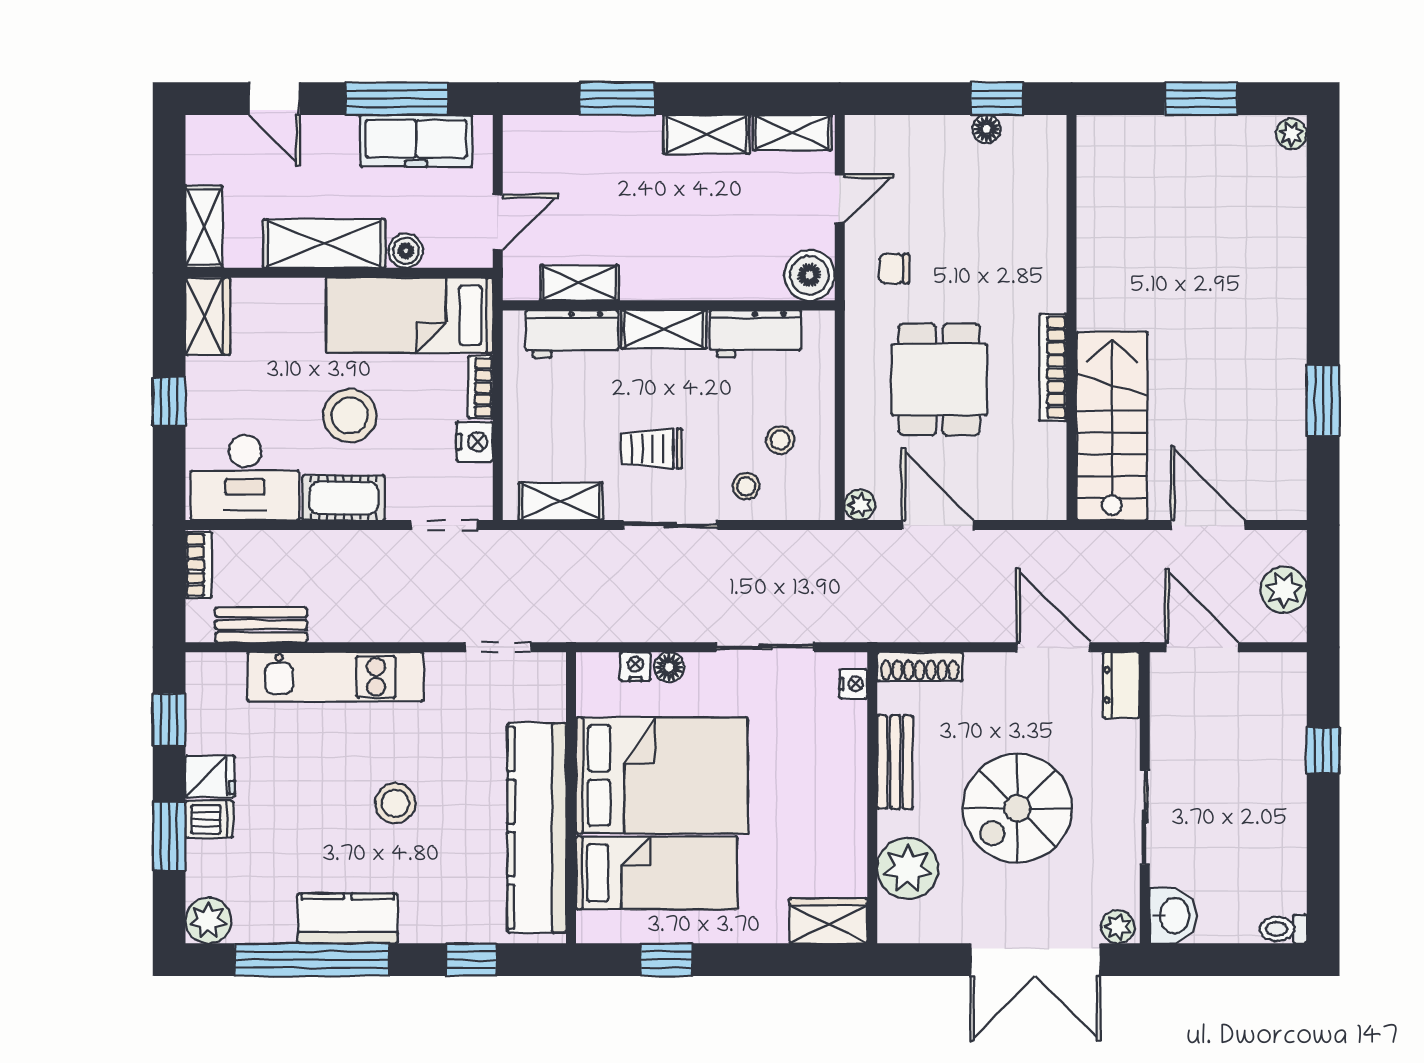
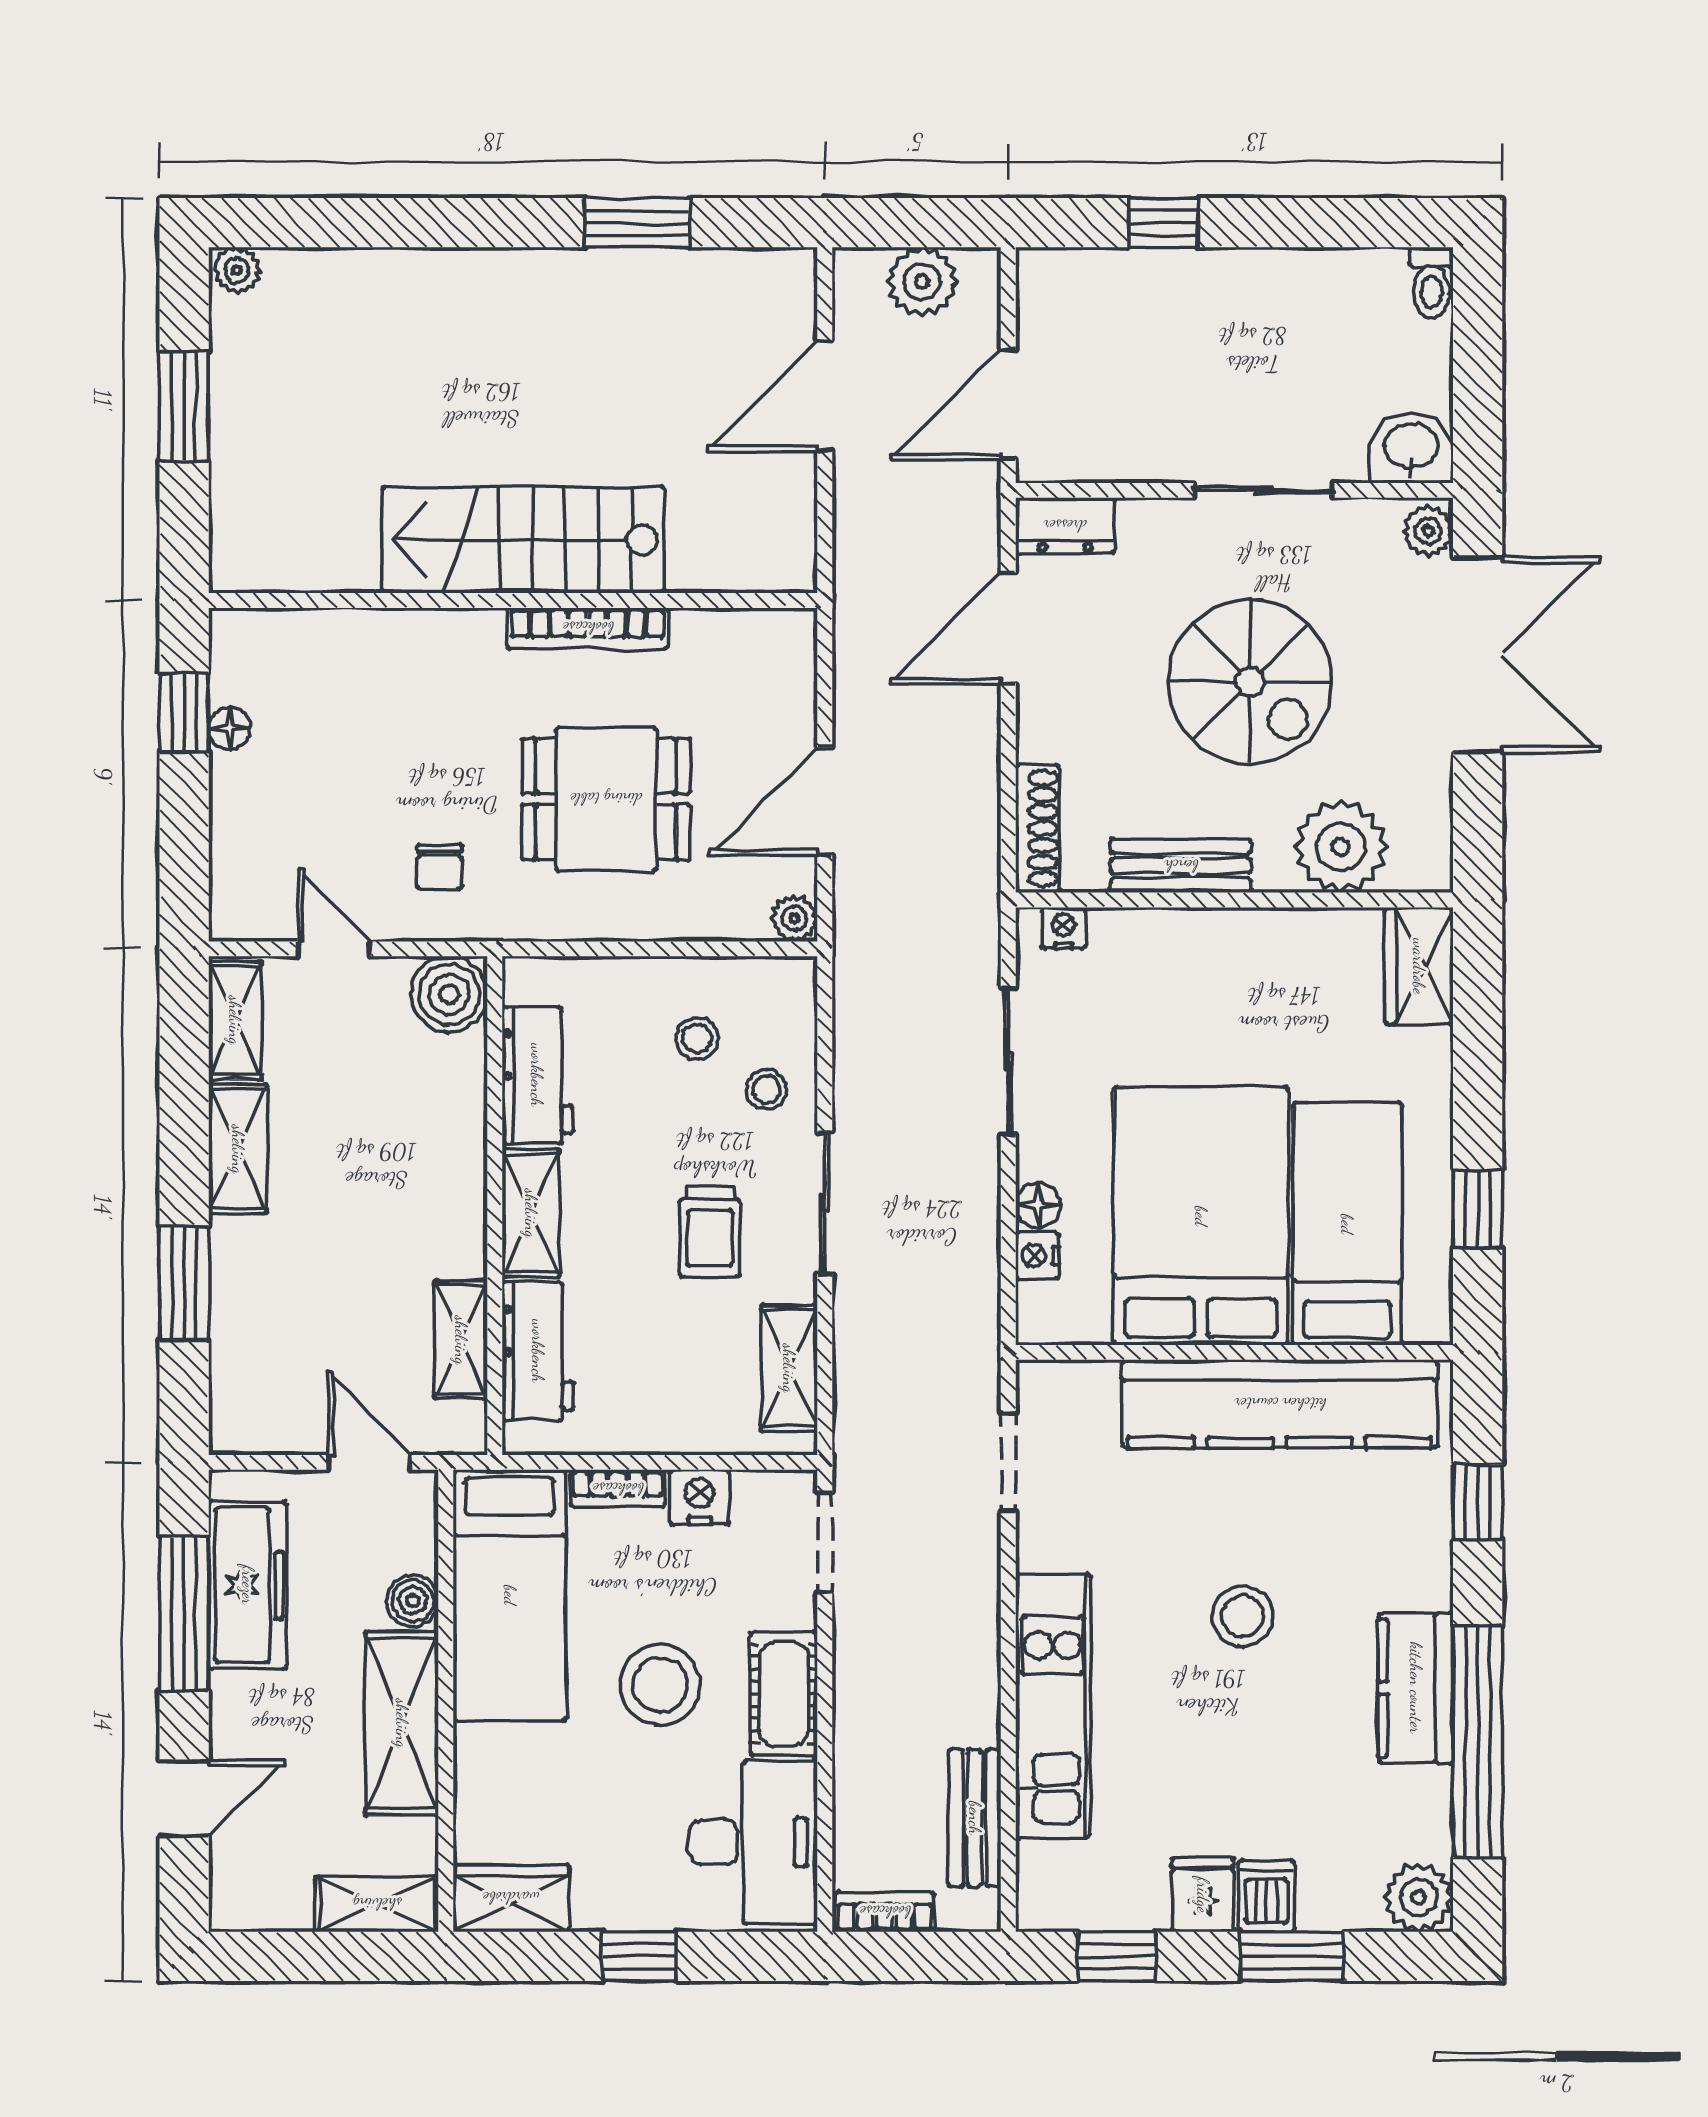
stairs: (1112, 426) -> (523, 540), moved

